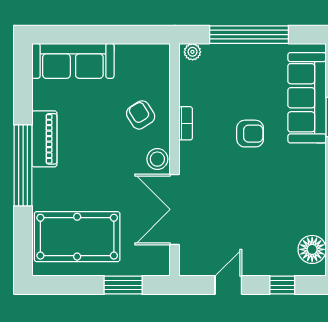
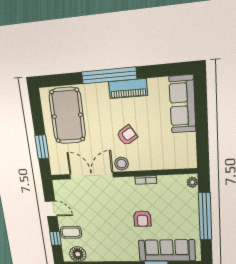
armchair: (141, 115) -> (127, 135), moved
coffee table: (272, 256) -> (71, 232), added

